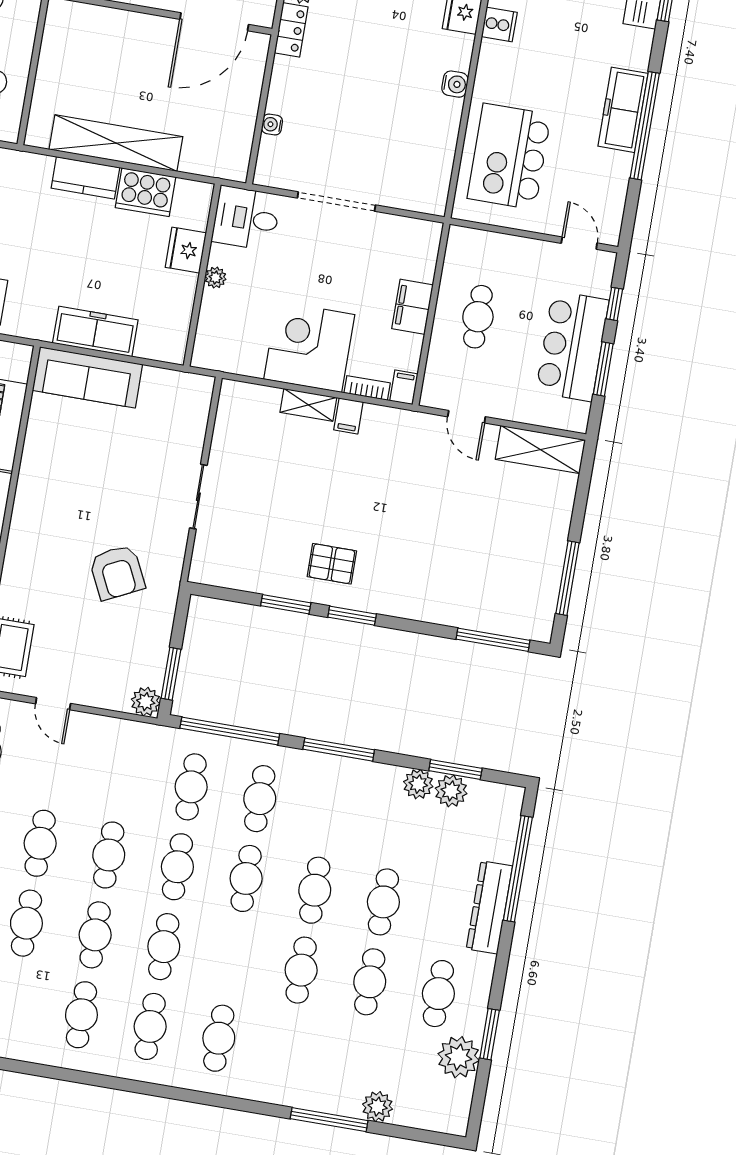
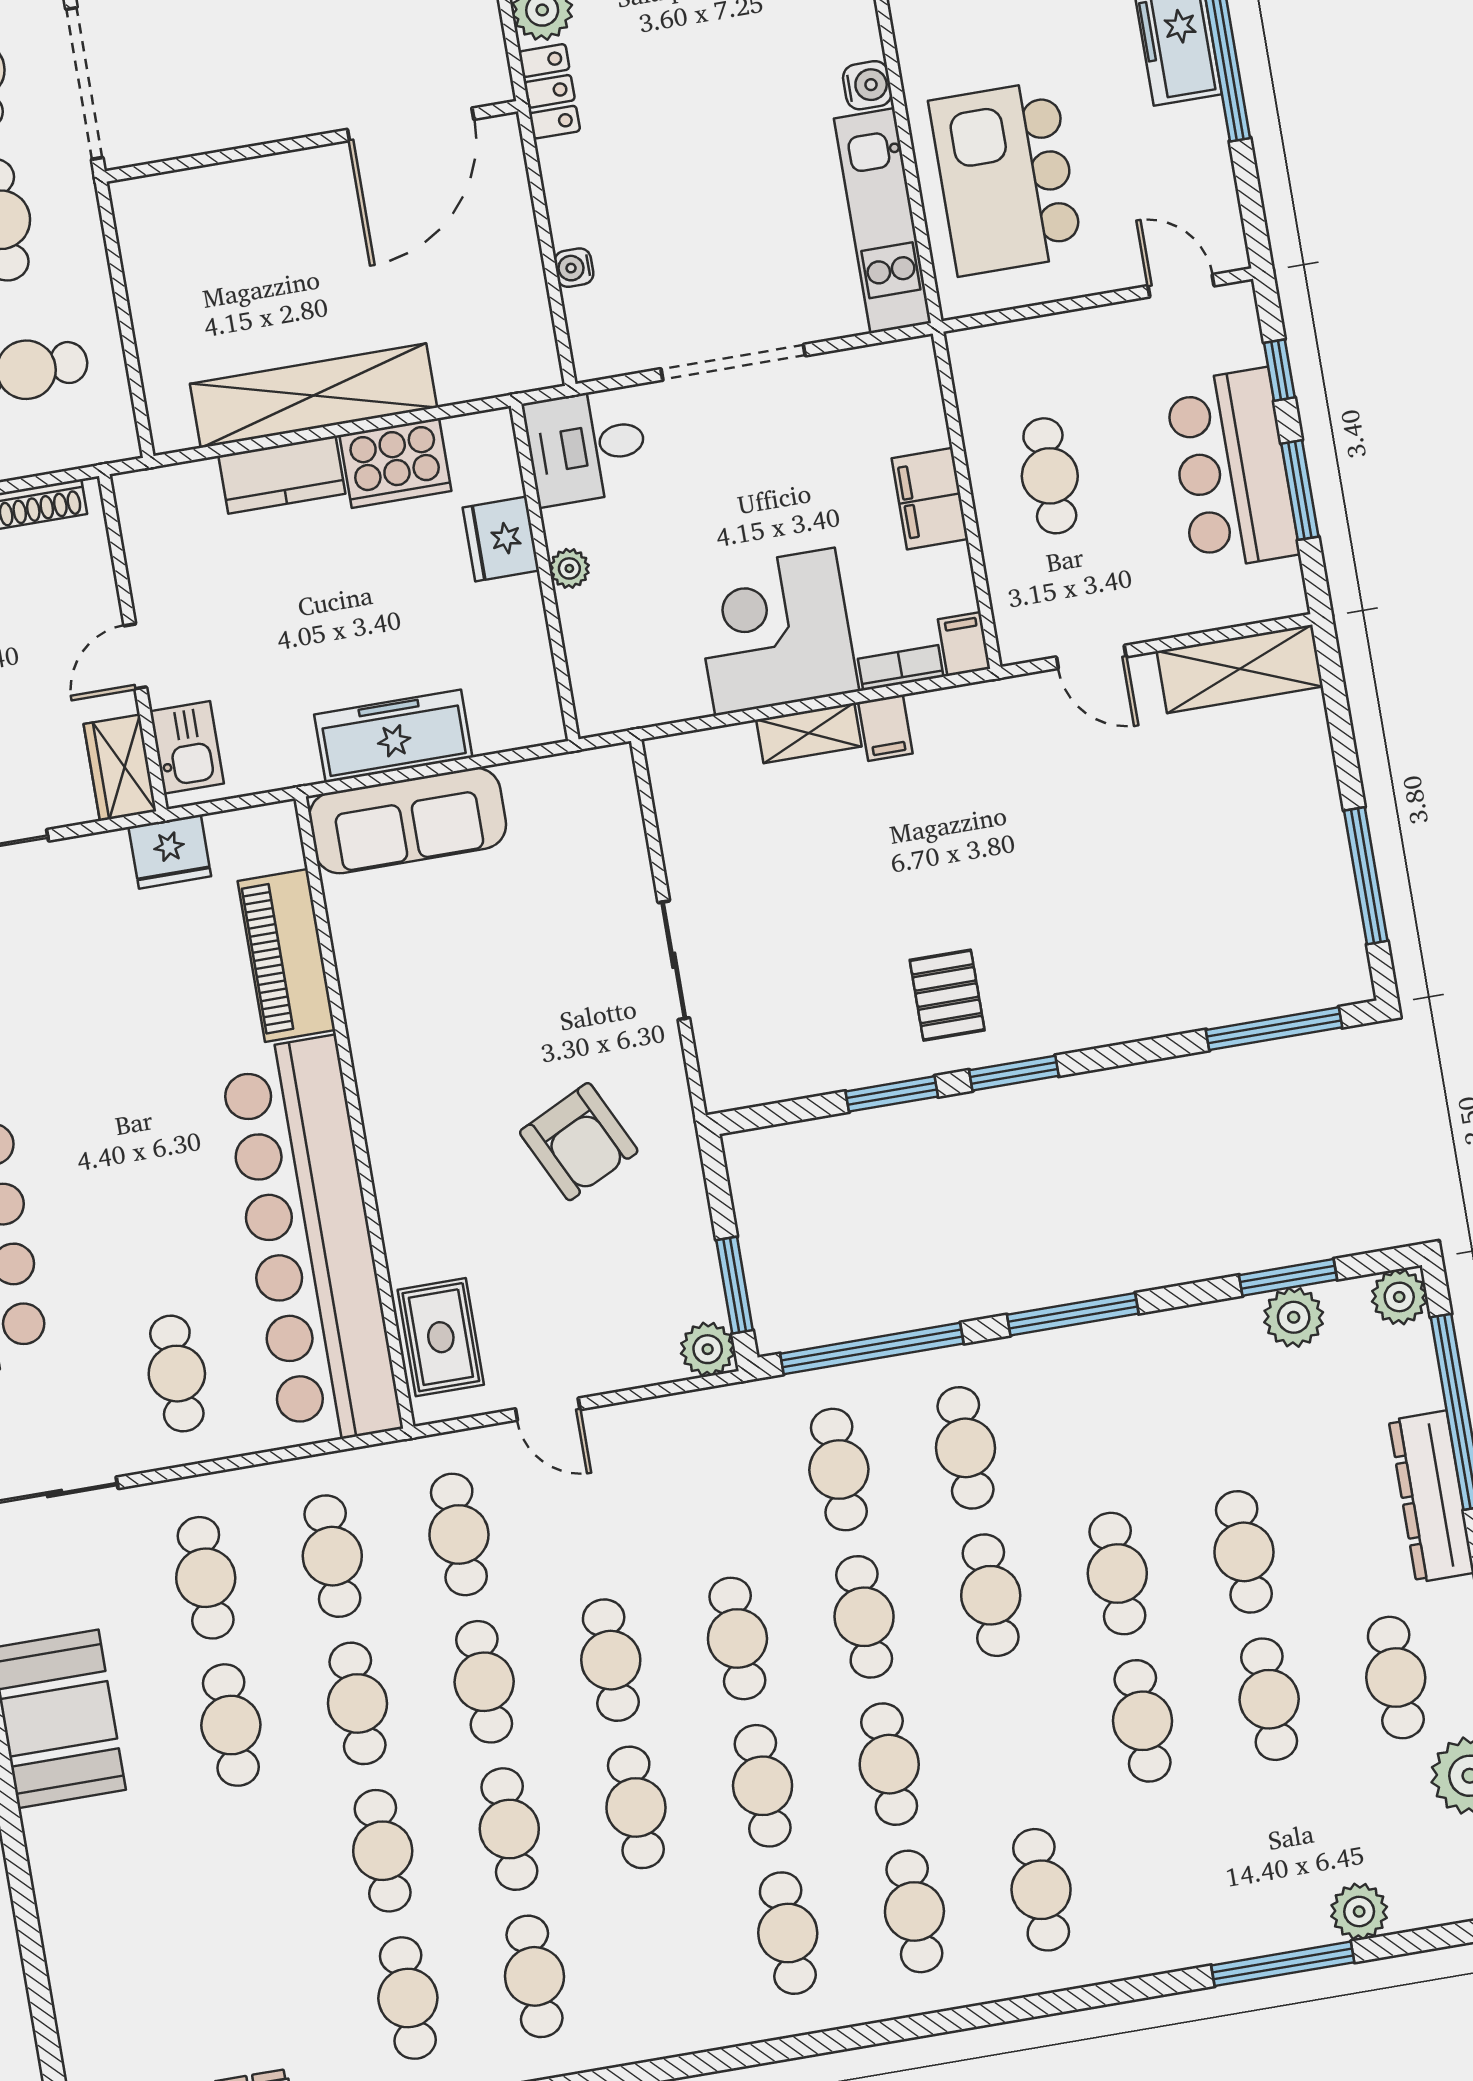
kitchen unit: (438, 156) -> (882, 221), added
pallet: (332, 564) -> (947, 995), turned 90
plant: (418, 784) -> (1399, 1297), moved

